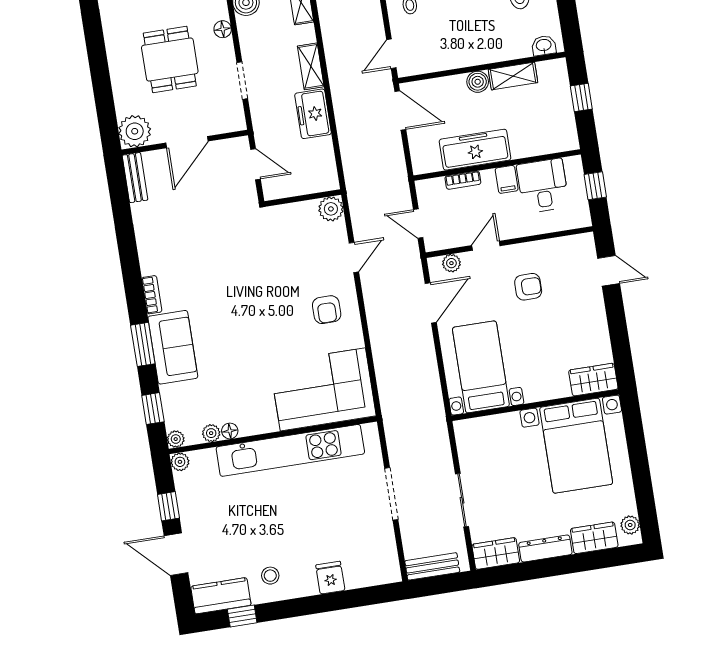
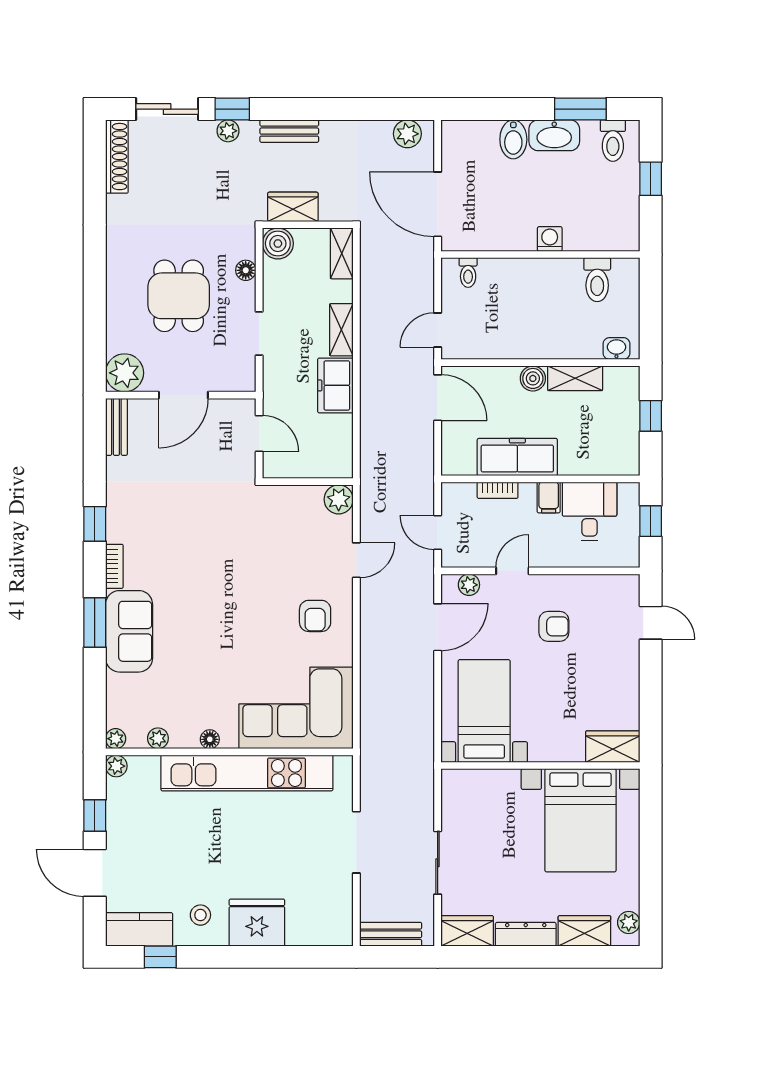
window: (153, 409) -> (95, 524), moved
floor lamp: (230, 431) -> (210, 739), moved
fridge: (330, 578) -> (257, 923), width x1.88, depth x1.34

